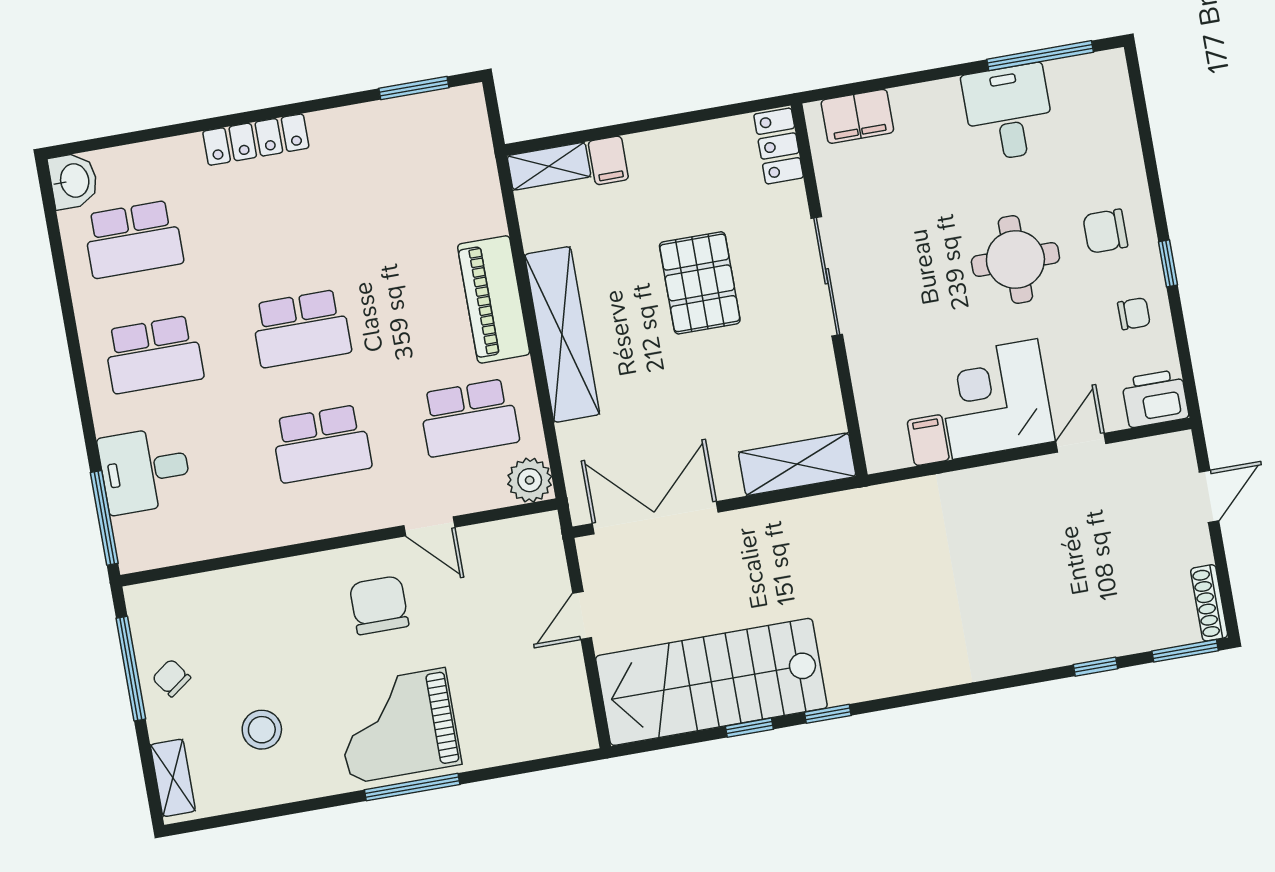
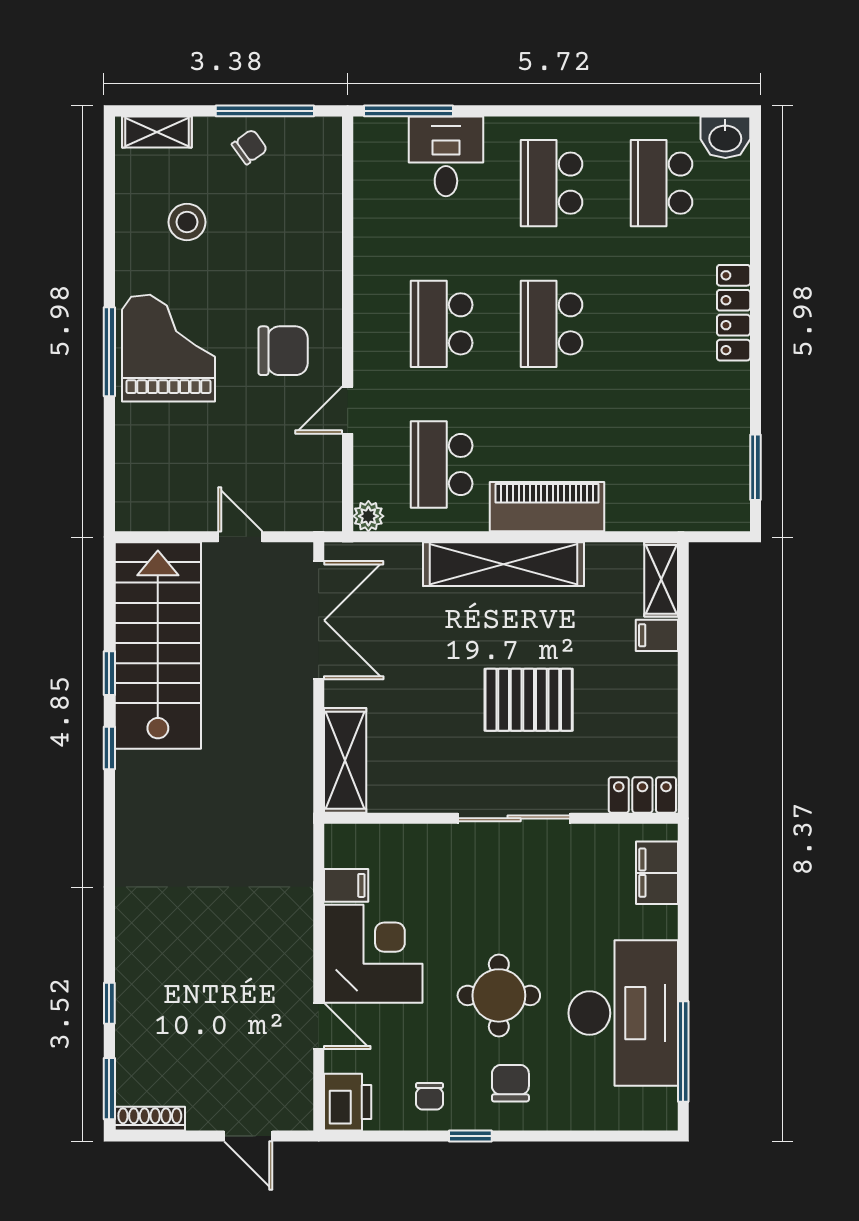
desk: (1008, 113) -> (623, 1013), width x1.87, depth x1.30
plant: (530, 480) -> (368, 516), width x0.73, depth x0.73

